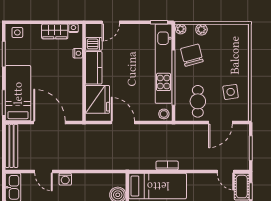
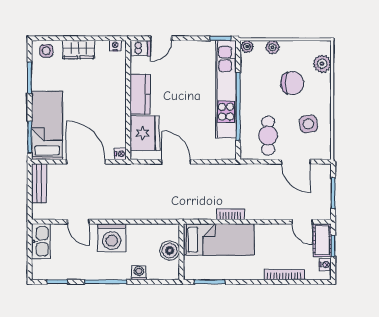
wardrobe: (55, 31) -> (79, 50), moved
plant: (242, 43) -> (322, 64), added
dishwasher: (94, 44) -> (140, 48), moved
nightstand: (78, 53) -> (120, 154), moved
chair: (192, 55) -> (292, 83), moved, turned 105
stool: (164, 114) -> (226, 151), removed
door: (220, 123) -> (296, 162), hinge flipped
bench: (12, 146) -> (39, 183), width x0.73
washing machine: (65, 179) -> (112, 238), width x1.89, depth x1.89

